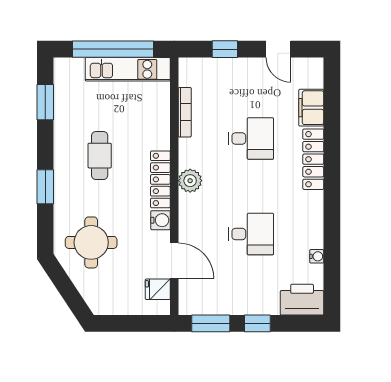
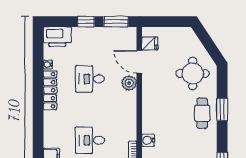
cafe table: (100, 156) -> (202, 113), moved
locker: (313, 159) -> (50, 90), moved
locker: (160, 179) -> (148, 114), removed
plant: (190, 181) -> (129, 83), moved
water cooler: (161, 220) -> (148, 140), moved

